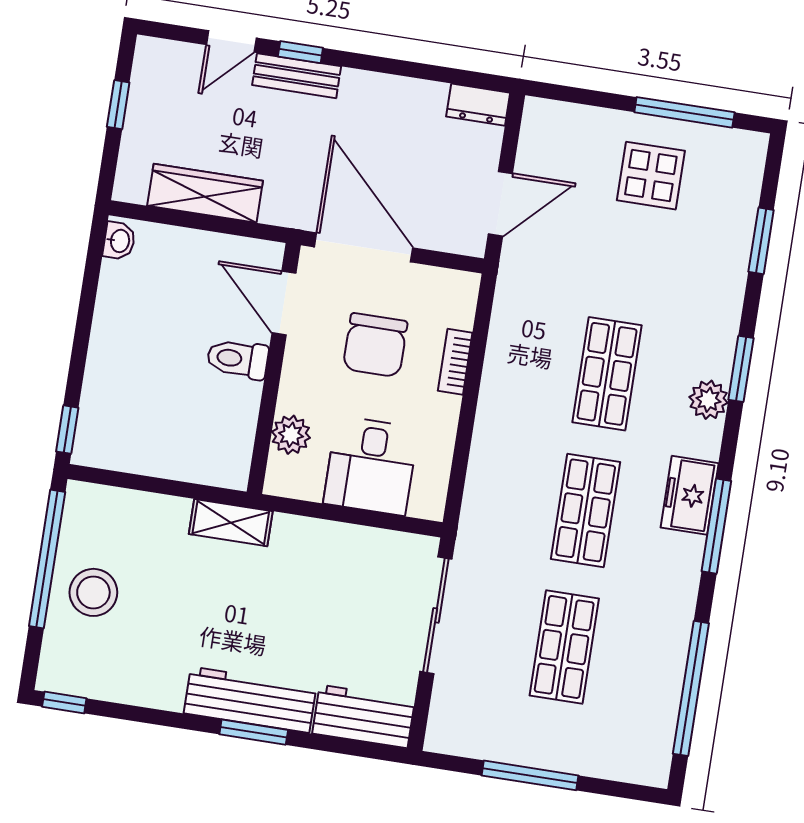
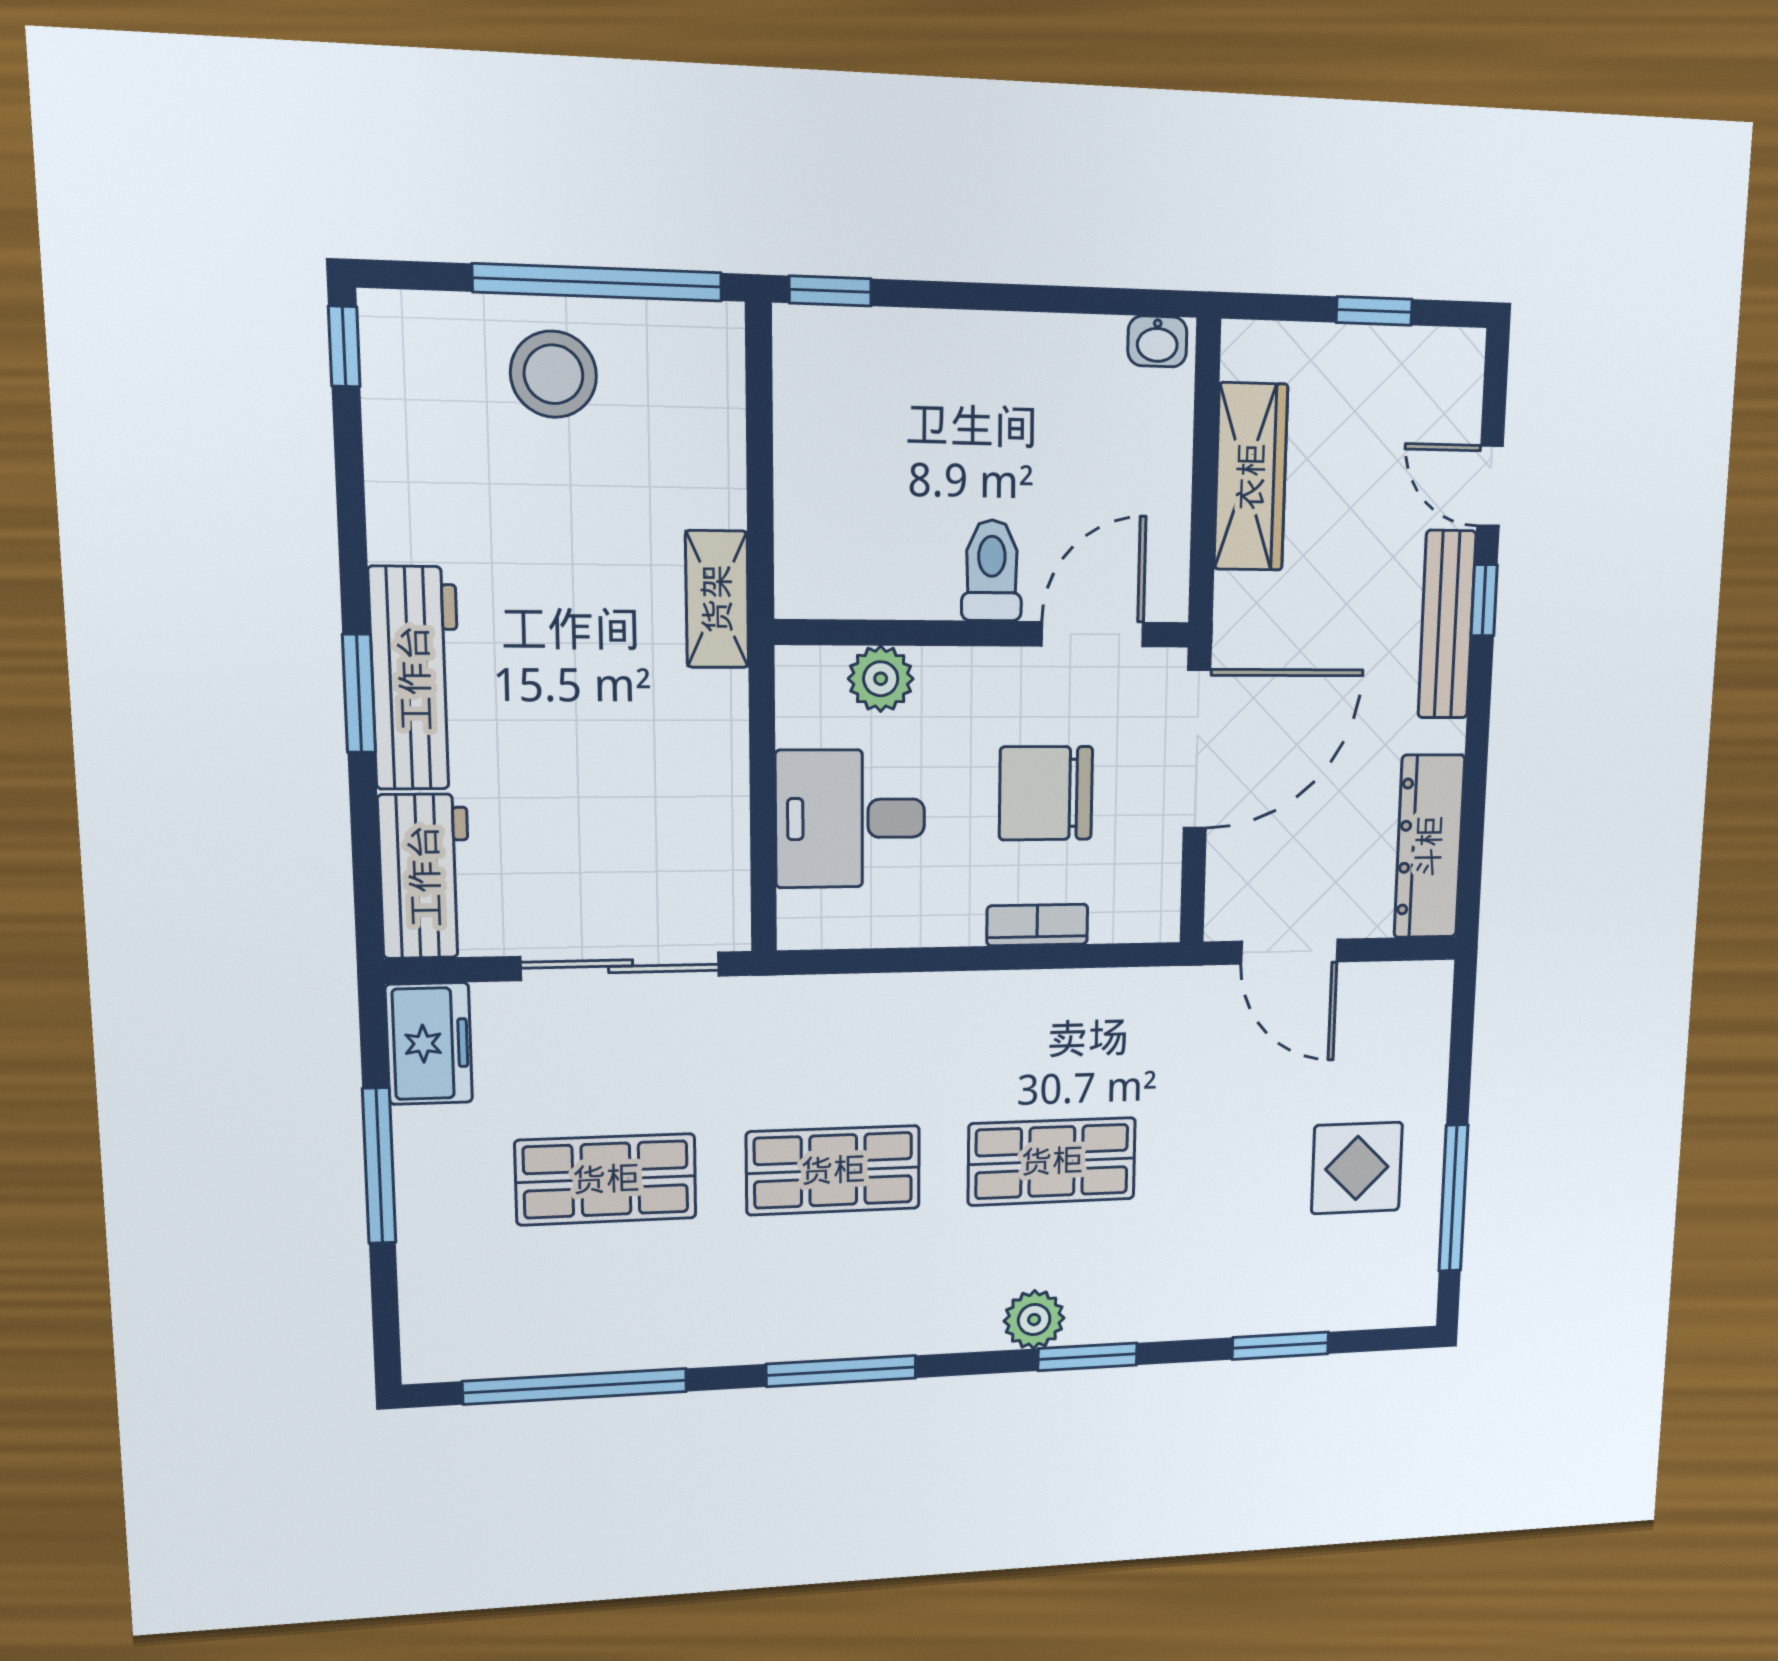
bench: (297, 76) -> (1447, 625), width x1.36
dresser: (478, 105) -> (1429, 847), width x1.96, depth x1.24
freezer: (690, 495) -> (429, 1044), moved, turned 90

